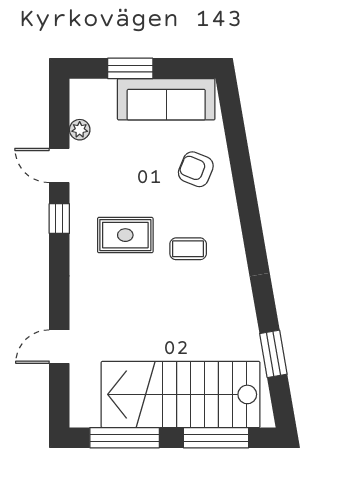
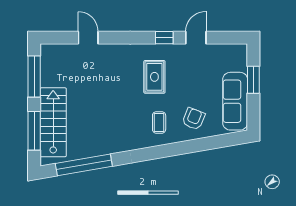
plant: (80, 130) -> (217, 50), removed
coffee table: (188, 249) -> (159, 122), moved
window: (273, 354) -> (84, 165), width x2.11
stairs: (181, 394) -> (53, 122), width x0.73, depth x0.66

